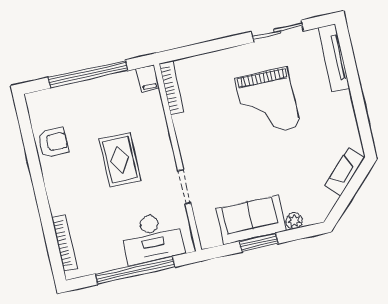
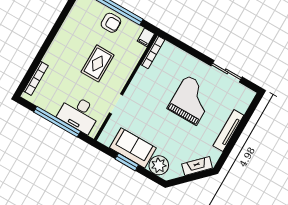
tv unit: (334, 58) -> (228, 130), moved
grand piano: (267, 102) -> (191, 100), turned 180
armchair: (53, 142) -> (111, 23), moved
plant: (294, 221) -> (159, 165), width x1.88, depth x1.88

